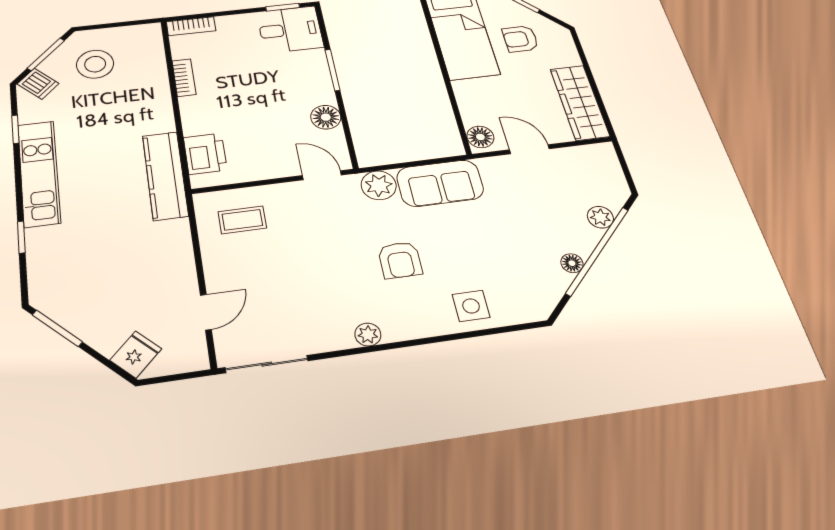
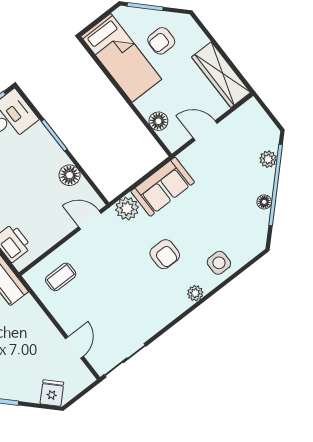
floor lamp: (480, 137) -> (158, 121), moved
plant: (368, 335) -> (195, 293), moved

